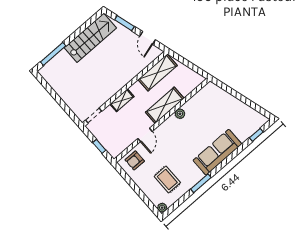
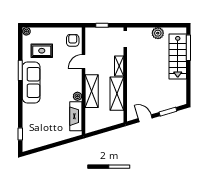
stairs: (90, 38) -> (178, 56), moved
shelving: (158, 72) -> (117, 94), moved
plant: (64, 92) -> (158, 33), added
fireplace: (199, 100) -> (76, 116), added
door: (145, 135) -> (83, 62), hinge flipped
sofa: (217, 152) -> (31, 82), moved

